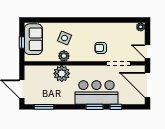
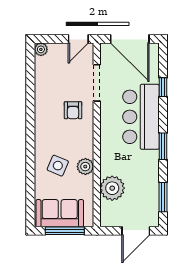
window: (22, 43) -> (65, 231), width x2.17
plant: (62, 74) -> (112, 188), moved
door: (147, 85) -> (130, 39), hinge flipped
window: (95, 107) -> (163, 146), moved

